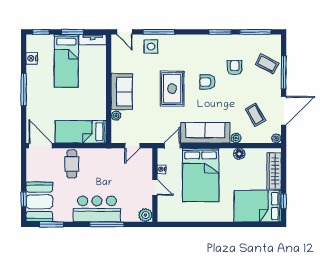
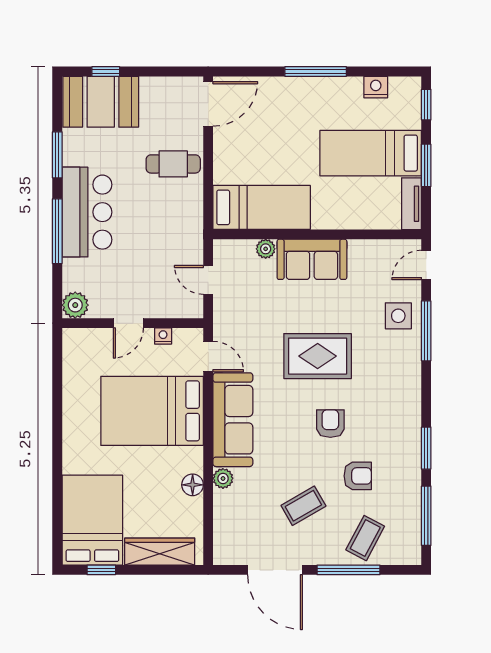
coffee table: (255, 115) -> (303, 506), moved
bed: (81, 132) -> (262, 207), moved, turned 90
plant: (276, 138) -> (222, 556), removed
window: (52, 224) -> (57, 155), moved

